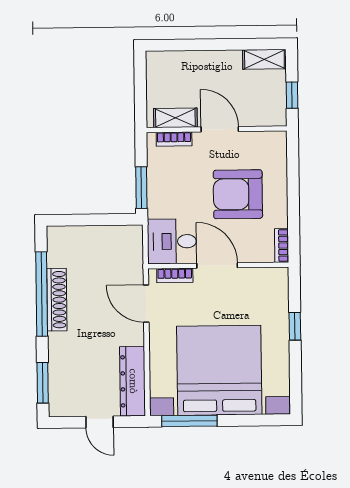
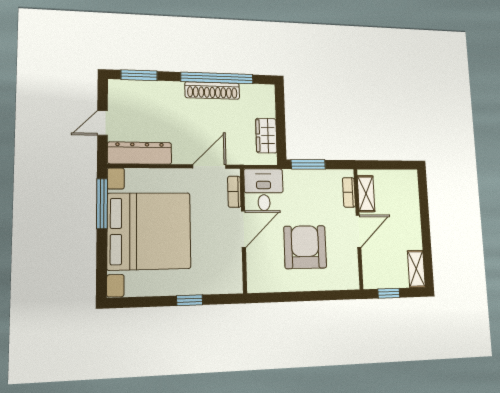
wardrobe: (108, 237) -> (266, 136), added
bookcase: (282, 246) -> (262, 287), removed

